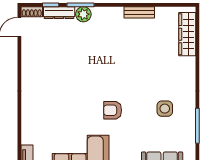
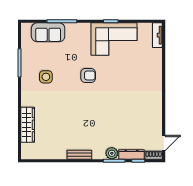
bench: (139, 12) -> (79, 155), moved
wardrobe: (187, 34) -> (28, 125), moved

